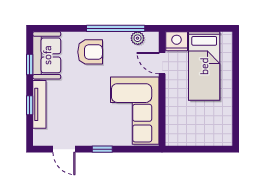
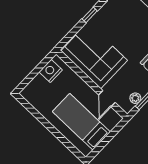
nightstand: (177, 41) -> (51, 71), moved, turned 180
door: (162, 63) -> (107, 99), swing flipped

